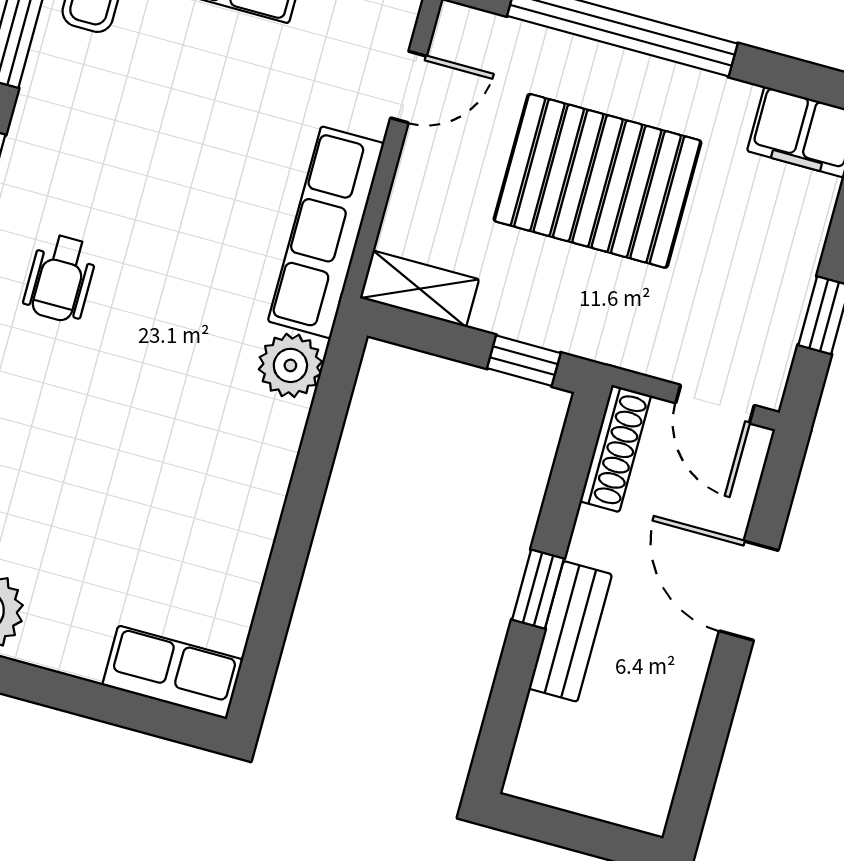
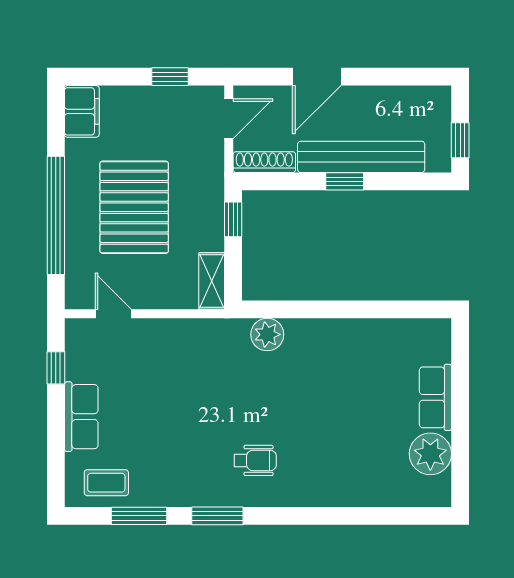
row of seats: (326, 232) -> (196, 335), removed
bench: (570, 631) -> (361, 157), width x1.86, depth x1.21
row of seats: (173, 672) -> (435, 397), moved
window: (556, 827) -> (460, 140), added

